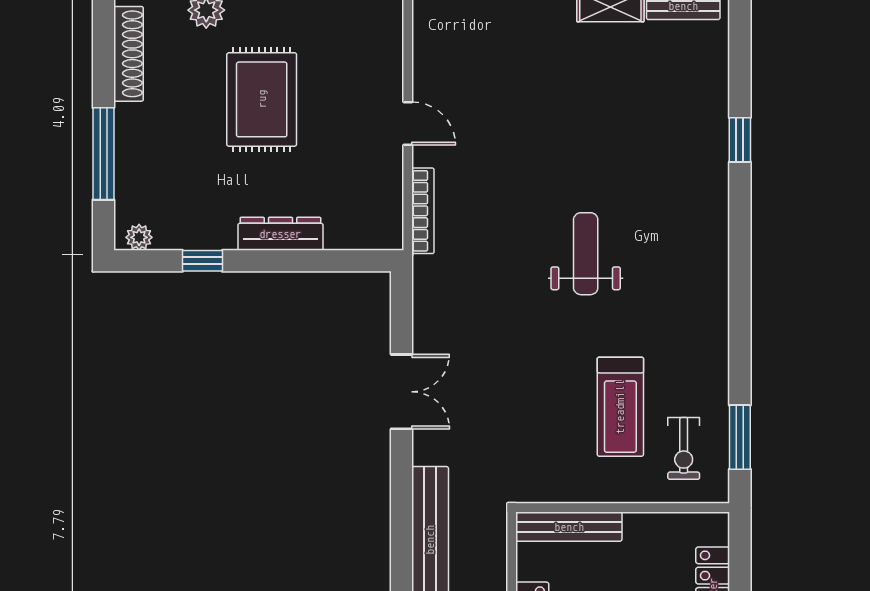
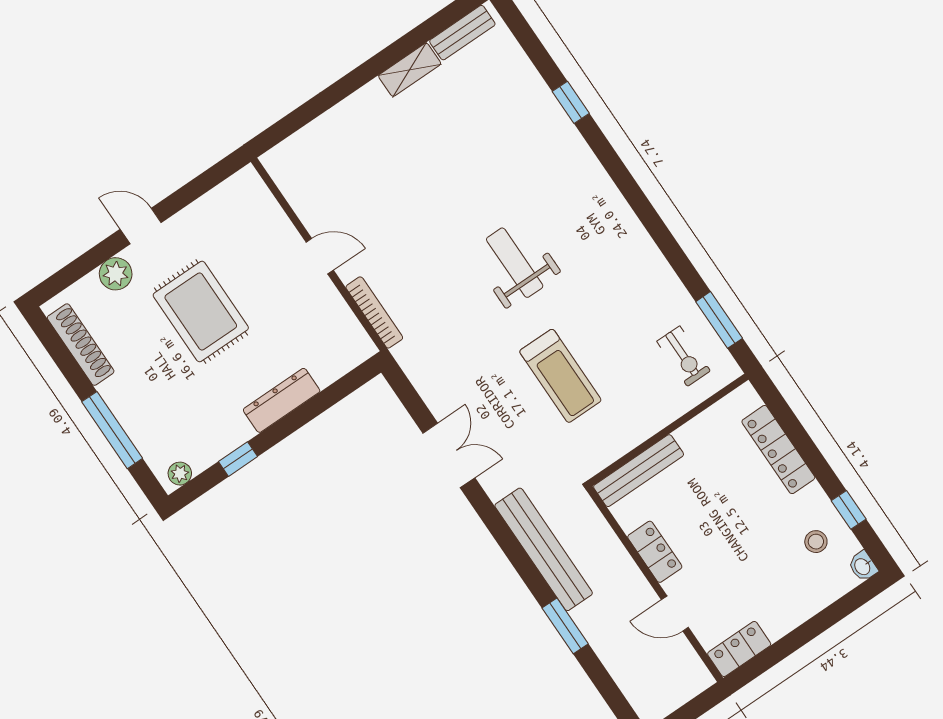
treadmill: (620, 407) -> (560, 376), moved

